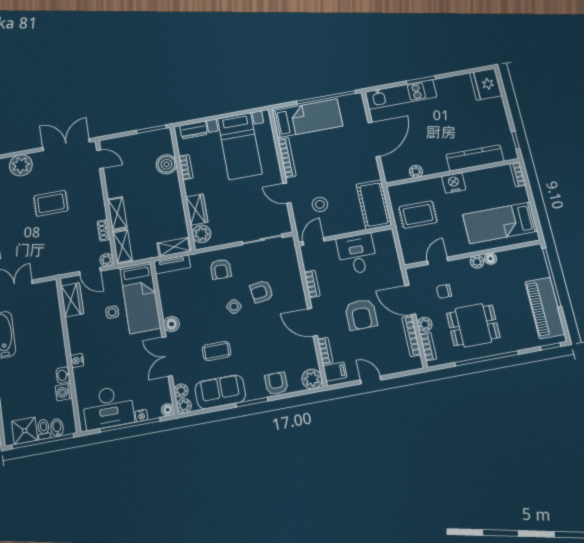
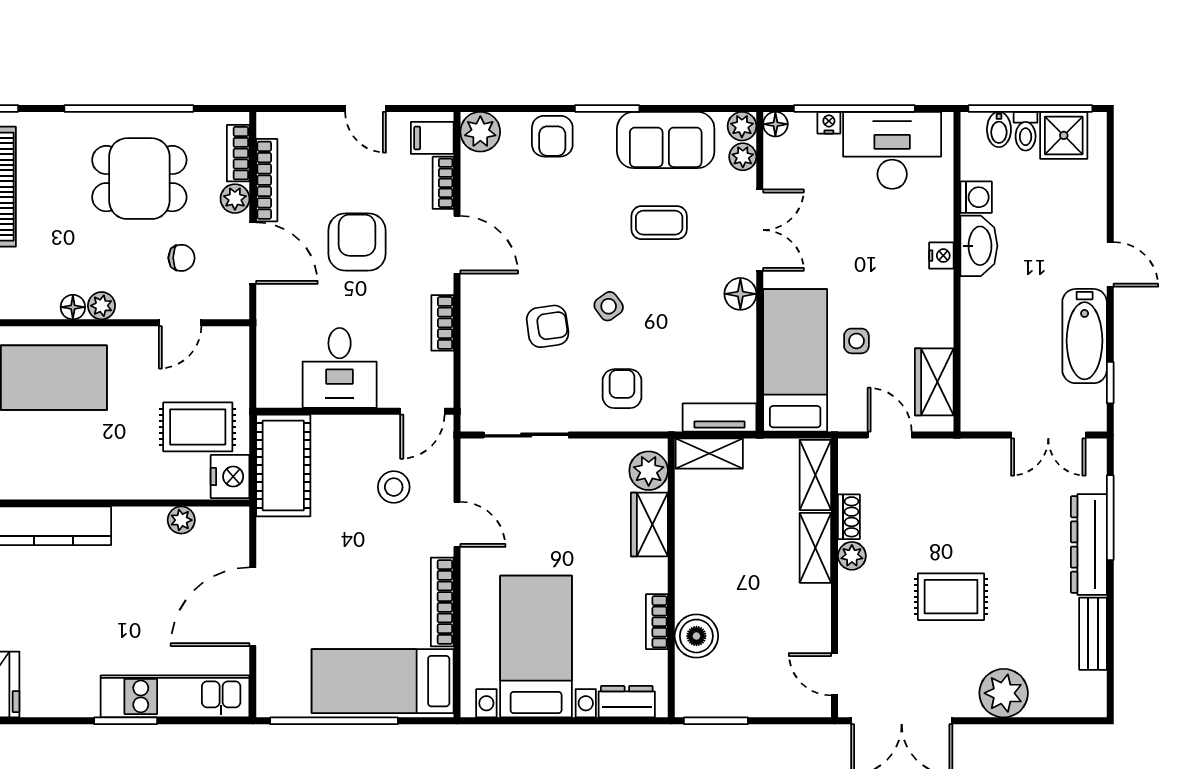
nightstand: (454, 183) -> (230, 477), moved, turned -90
plant: (107, 260) -> (852, 556), moved
washbasin: (63, 375) -> (979, 246), width x1.91, depth x1.45

